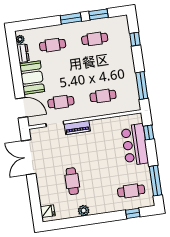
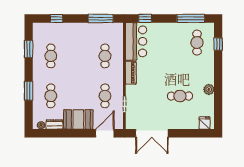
window: (71, 18) -> (29, 91), moved
piano: (77, 128) -> (131, 73), moved
bar counter: (135, 145) -> (136, 41), moved, turned -90

